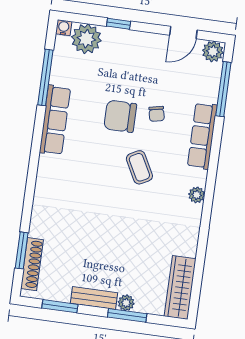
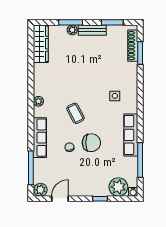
side table: (72, 187) -> (115, 96), added

